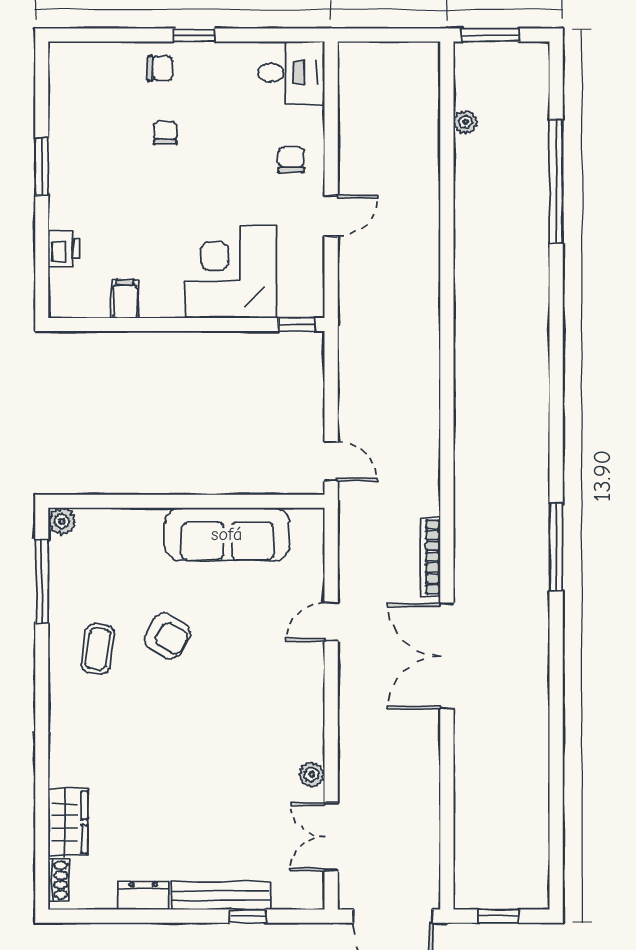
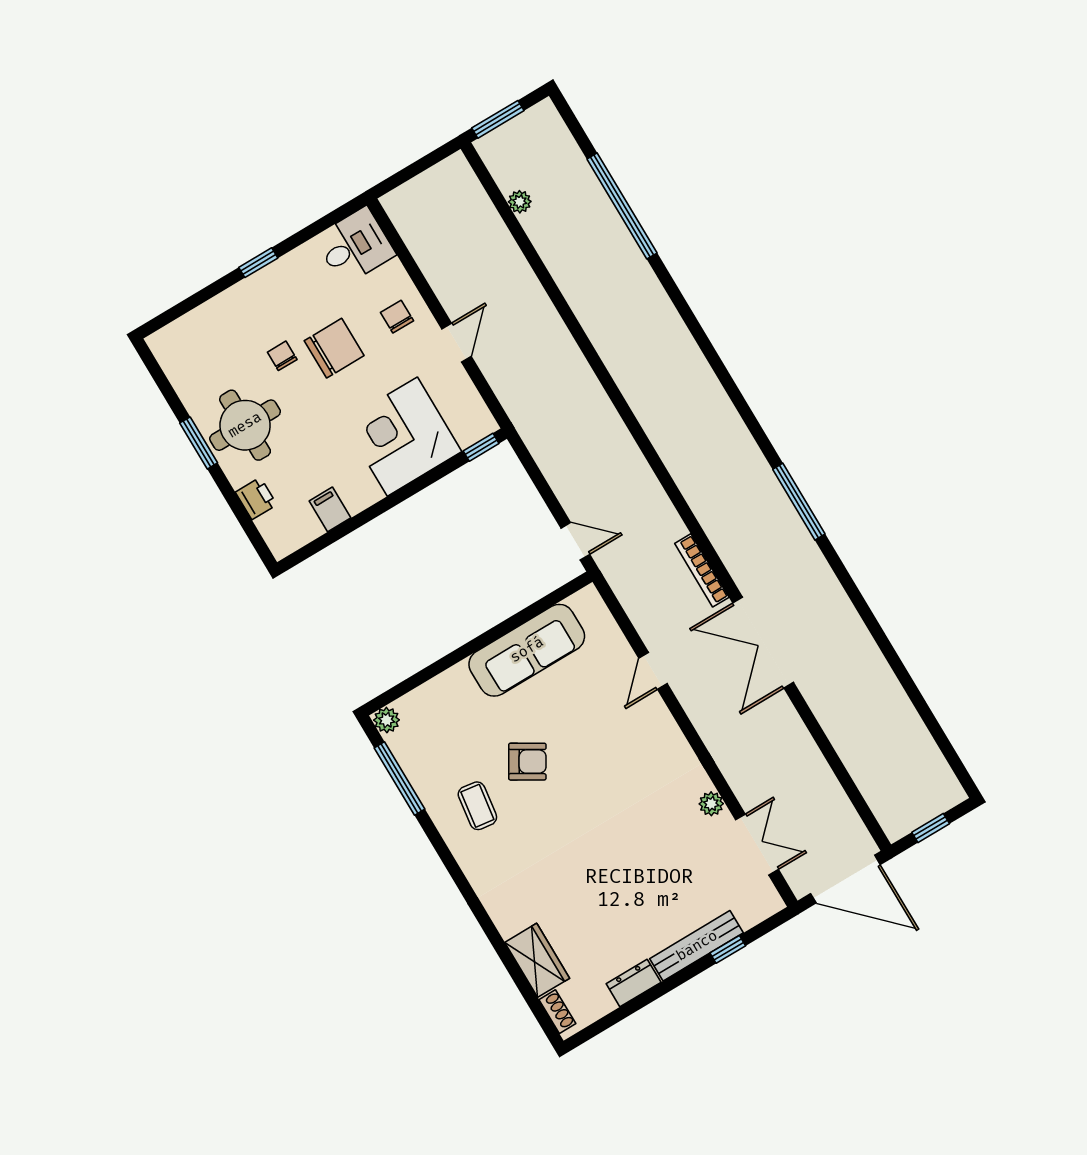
chair: (160, 68) -> (334, 348), moved, width x1.87, depth x1.87
round table: (94, 176) -> (245, 425), added
double door: (331, 837) -> (757, 845), swing flipped

